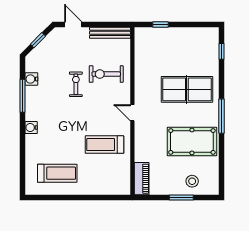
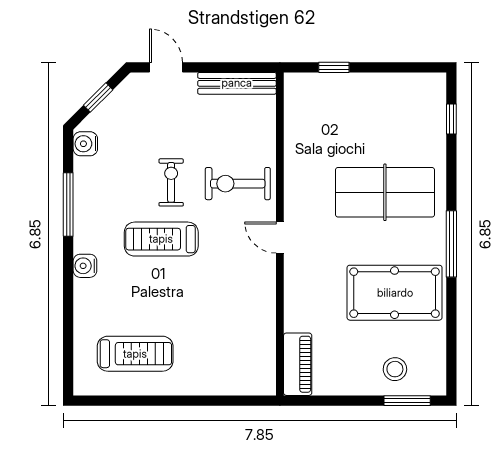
exercise bike: (106, 74) -> (238, 184), moved
water cooler: (31, 79) -> (85, 144), moved
treadmill: (104, 145) -> (161, 239), moved
window: (181, 198) -> (407, 401), moved

